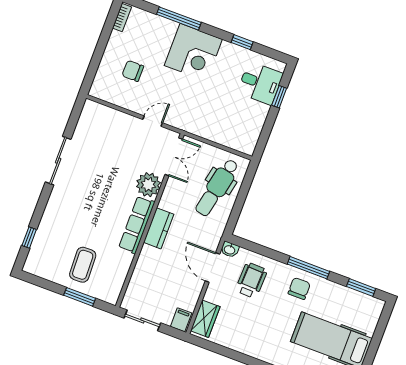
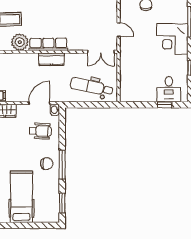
plant: (148, 185) -> (20, 42), moved

